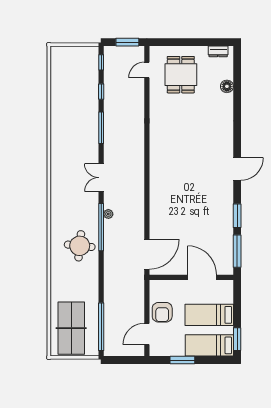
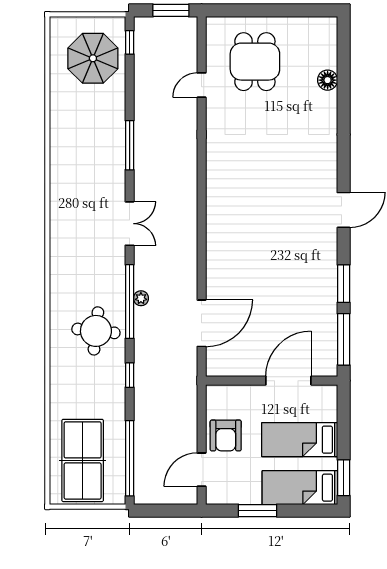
dresser: (218, 51) -> (314, 25), removed
door: (147, 70) -> (202, 85), moved
parasol: (78, 73) -> (93, 58), added
window: (101, 92) -> (130, 375), moved
double door: (101, 178) -> (130, 224), swing flipped
plant: (108, 214) -> (141, 298), moved
door: (147, 254) -> (202, 323), moved
door: (202, 277) -> (288, 381), hinge flipped

